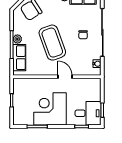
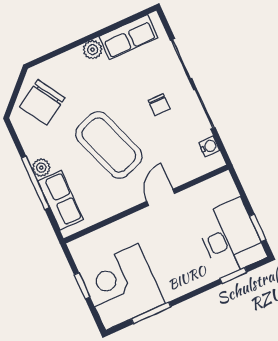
door: (65, 77) -> (161, 197), hinge flipped
corner desk: (50, 109) -> (122, 287), moved
desk: (88, 113) -> (230, 237), width x1.37

